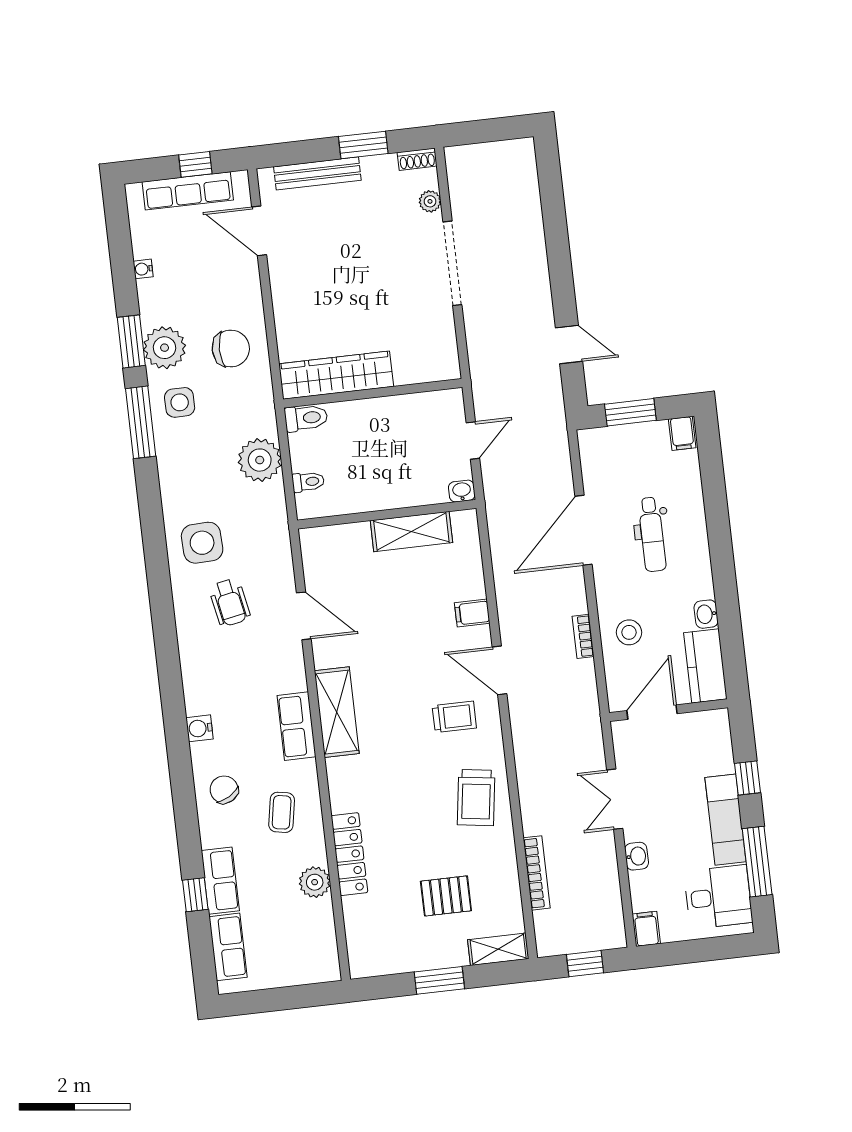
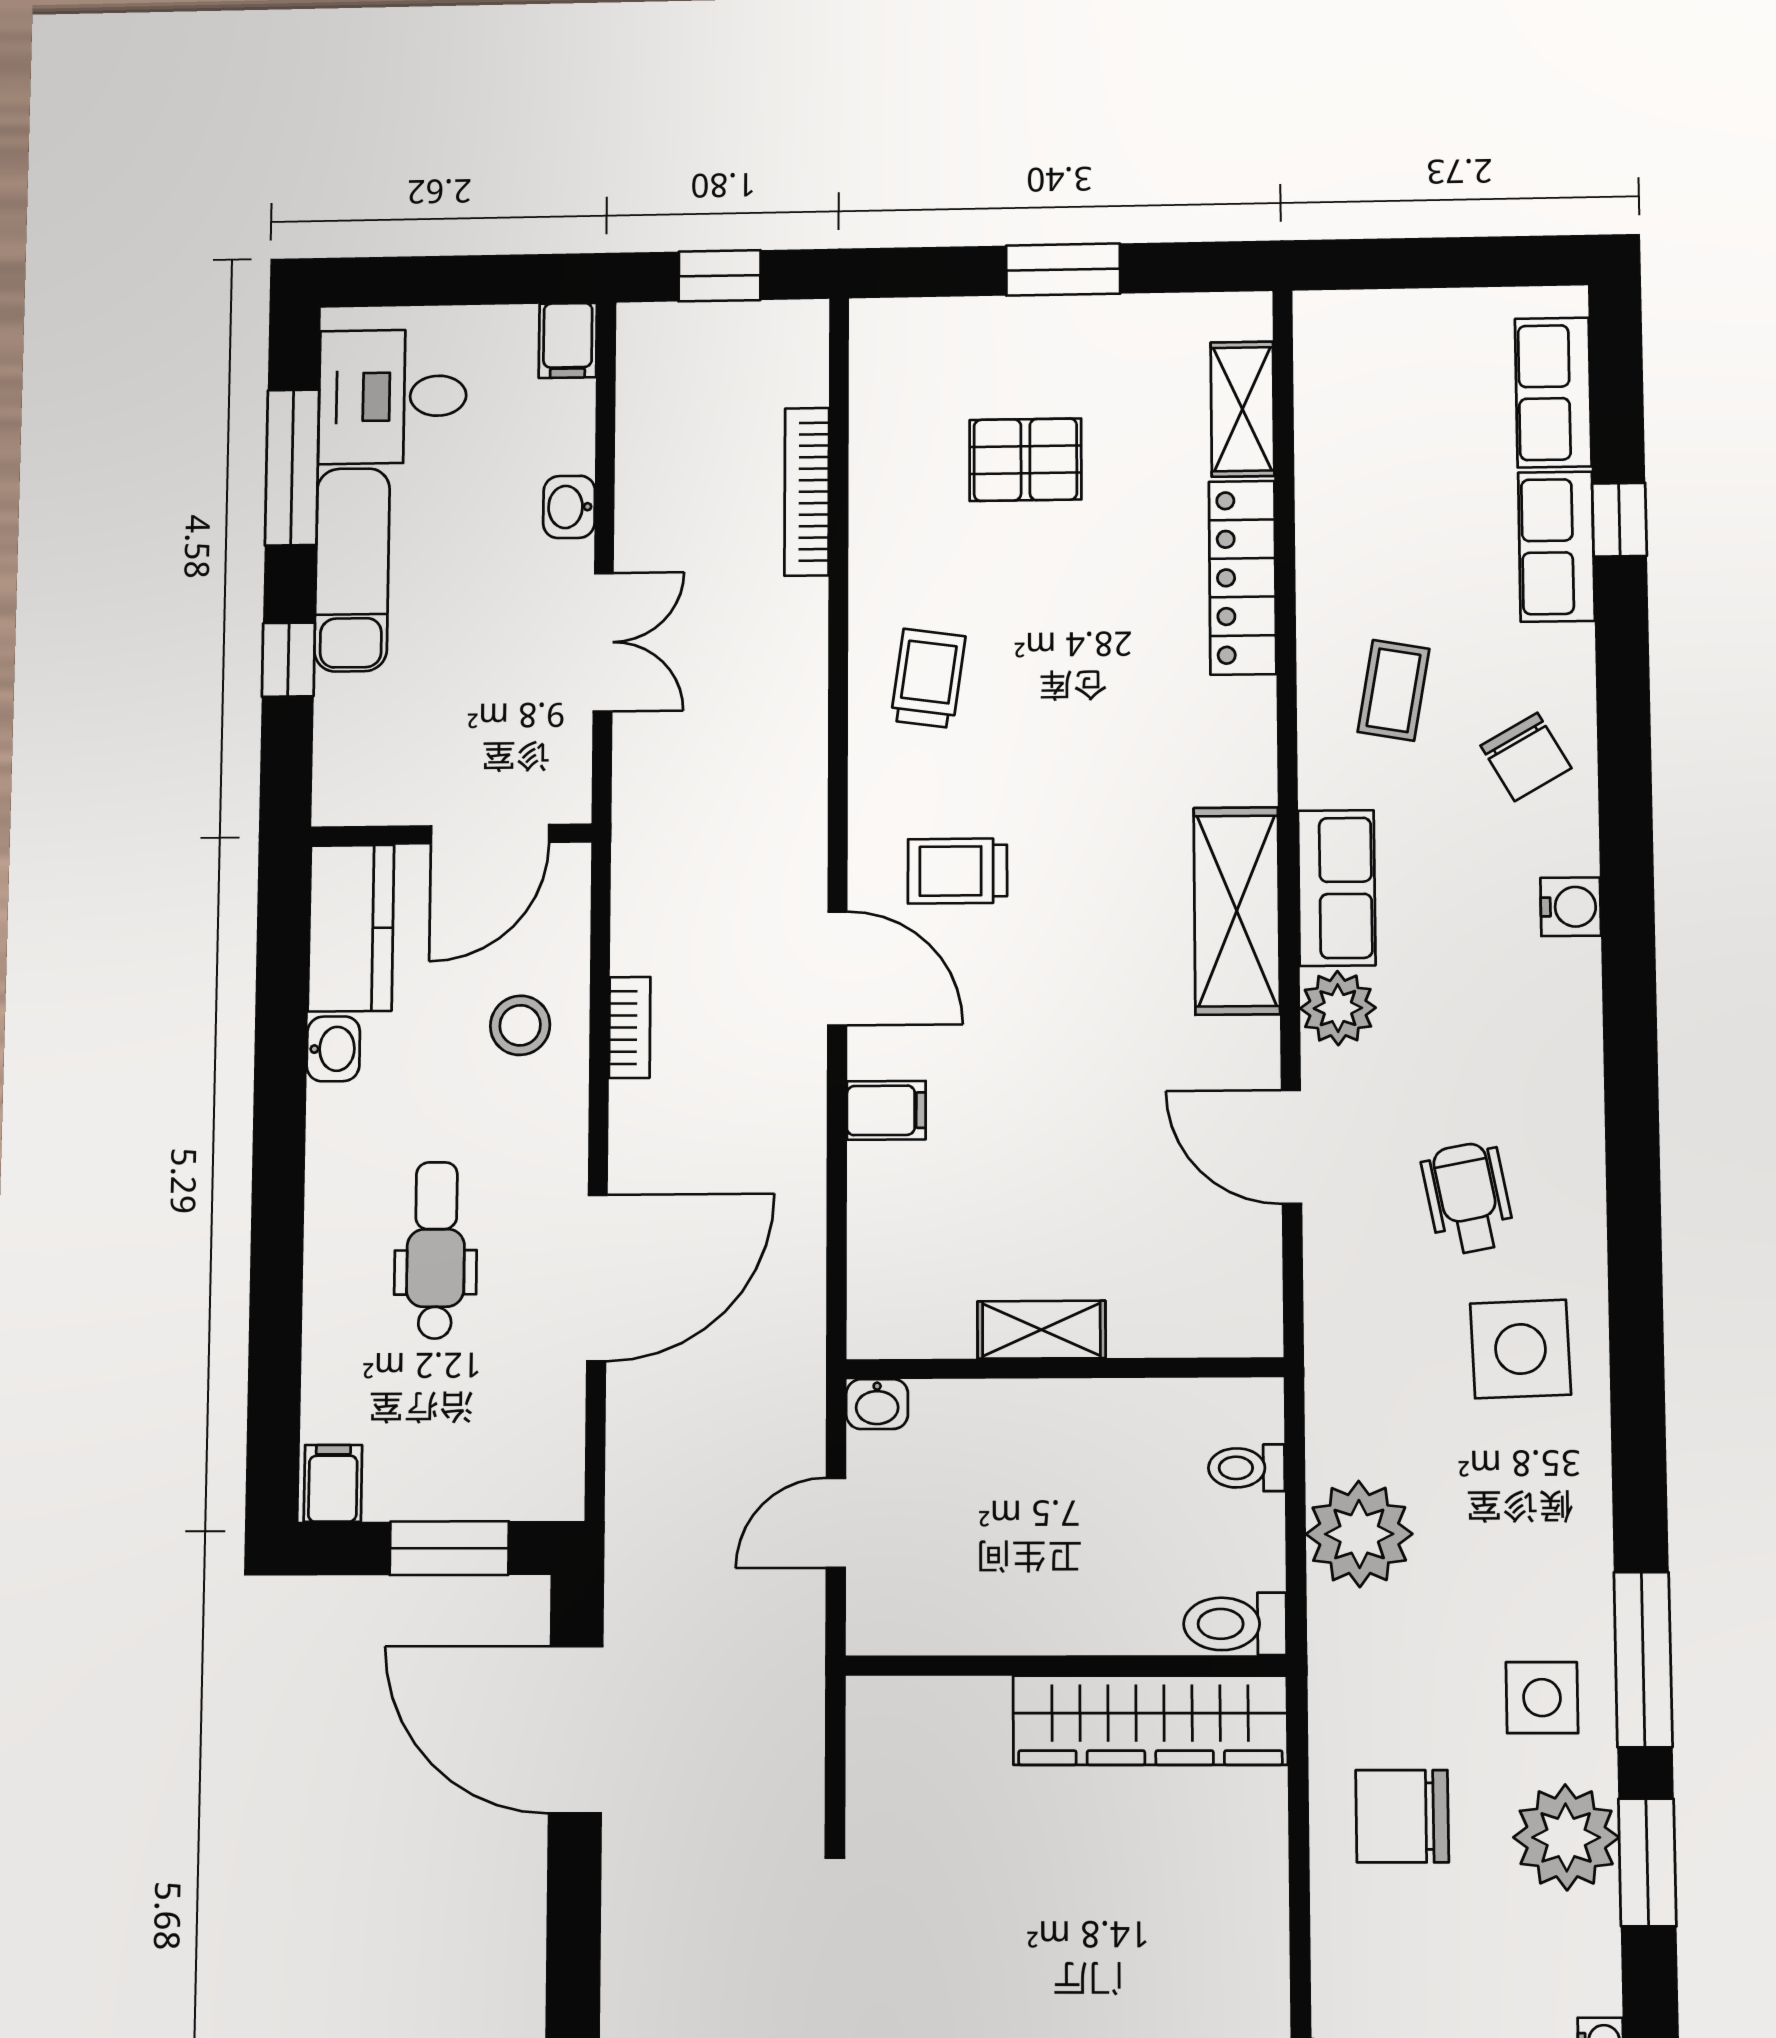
door: (569, 344) -> (576, 1730), width x1.88
shelving: (411, 531) -> (1041, 1330), width x0.67, depth x0.75
trolley: (476, 798) -> (928, 678), width x0.73, depth x0.72
plant: (315, 882) -> (1338, 1008), moved
shelving: (498, 949) -> (1242, 409), moved, turned 90

